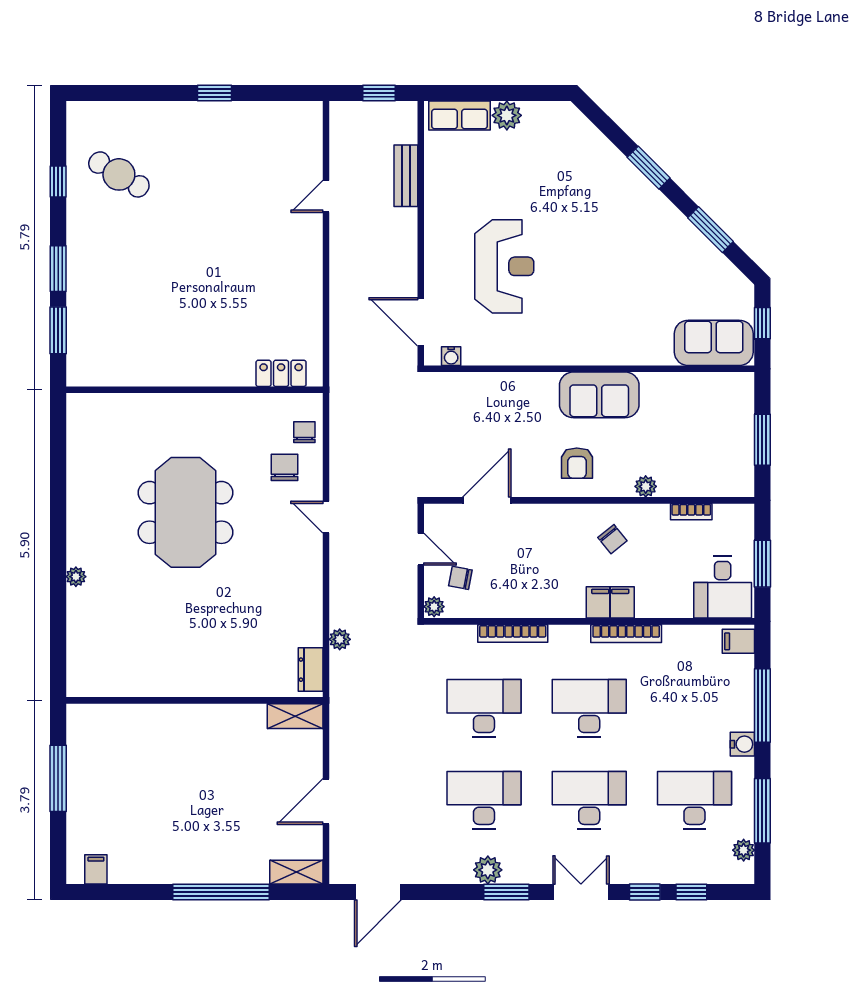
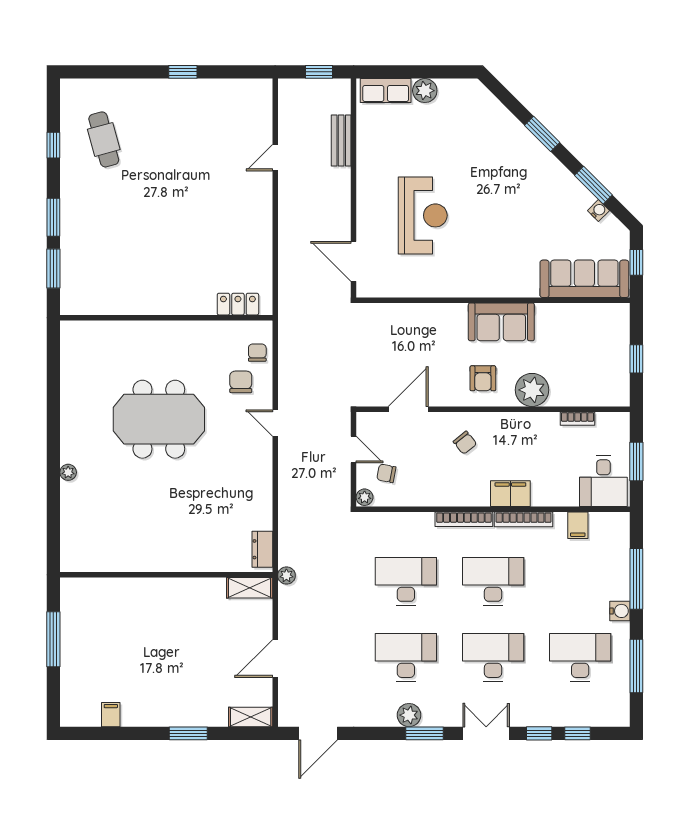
cafe table: (119, 174) -> (104, 139), turned 44
sofa: (714, 343) -> (584, 279), width x1.36
water cooler: (451, 356) -> (598, 211), moved, turned -135
window: (762, 440) -> (636, 359), width x0.67
plant: (646, 486) -> (532, 390), width x1.88, depth x1.88
meeting table: (185, 512) -> (159, 419), turned 90
chair: (612, 539) -> (465, 443), moved
bookcase: (513, 633) -> (464, 519), moved
plant: (340, 639) -> (286, 576), moved
filing cabinet: (738, 641) -> (578, 525), moved, turned -90
plant: (744, 850) -> (621, 699), removed
filing cabinet: (96, 869) -> (111, 715), moved
window: (221, 892) -> (188, 733), width x0.47

